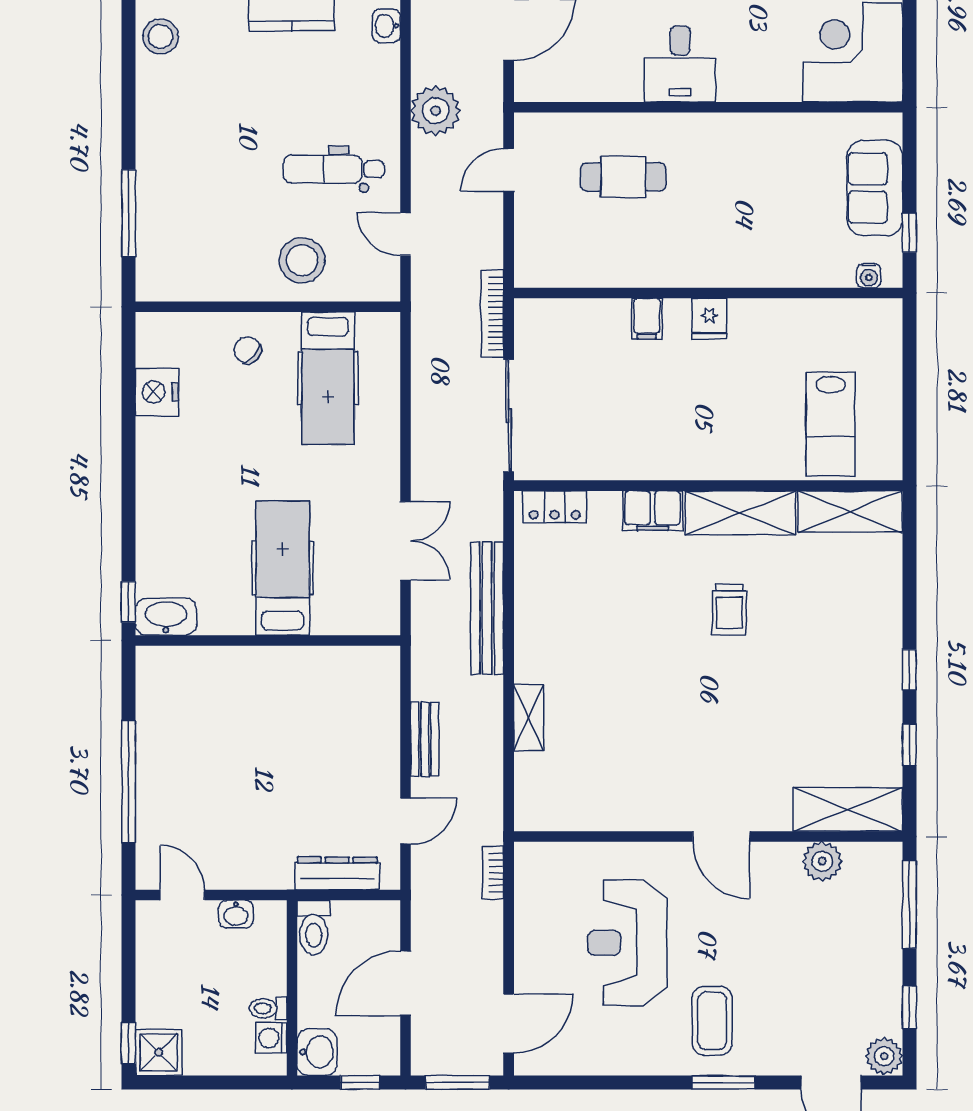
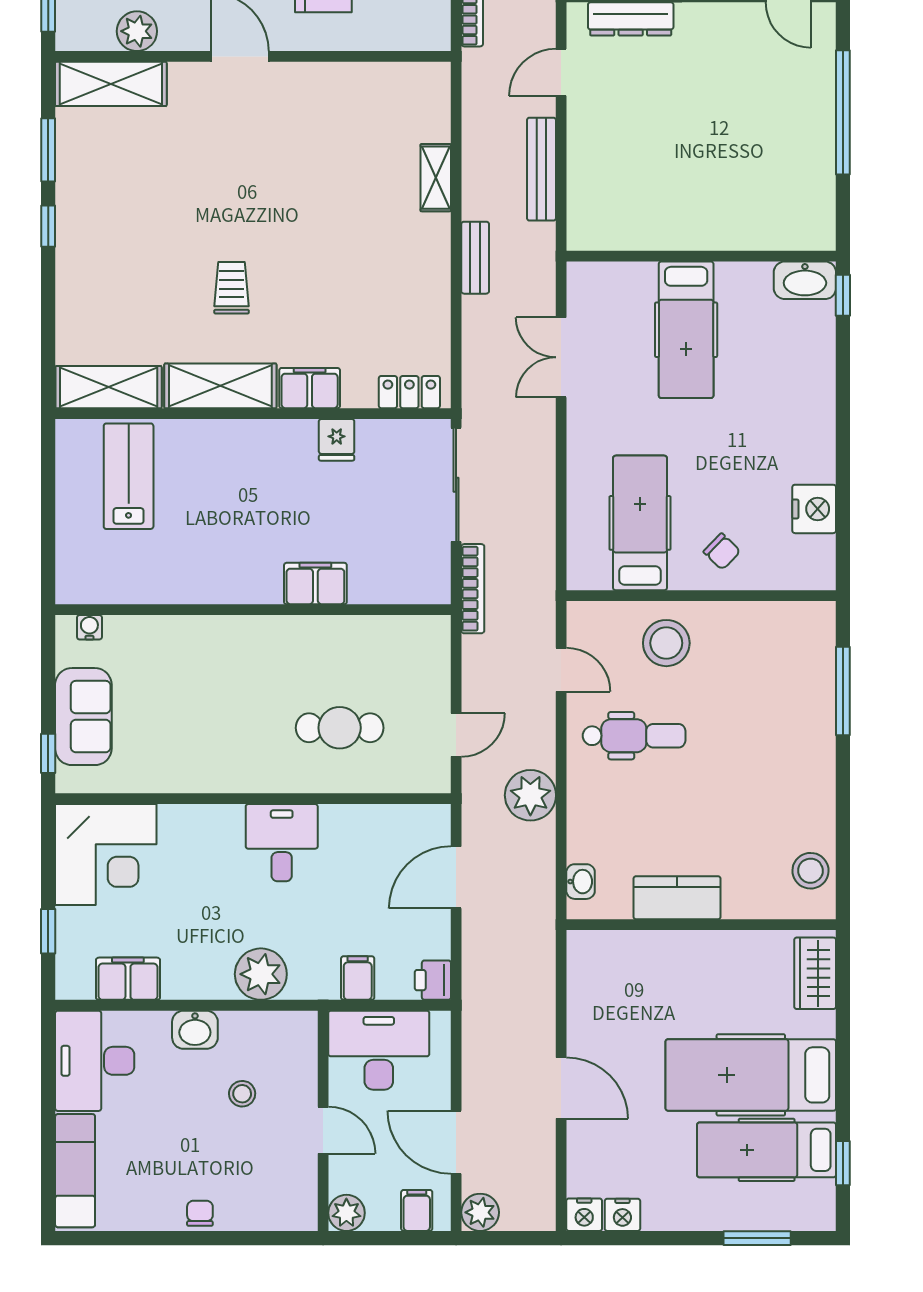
window: (909, 233) -> (48, 753), moved
filing cabinet: (647, 319) -> (315, 584), width x2.00
fridge: (709, 319) -> (337, 440), moved, turned 180
bench: (487, 608) -> (475, 258), width x0.54, depth x0.82
bench: (425, 739) -> (541, 169), width x1.36
window: (909, 745) -> (48, 150), width x1.50

